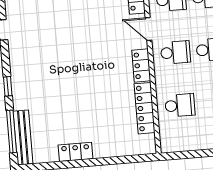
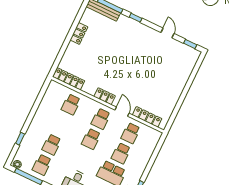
door: (149, 29) -> (122, 112), hinge flipped
locker: (145, 108) -> (69, 79), moved

